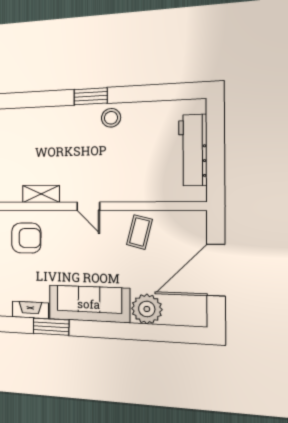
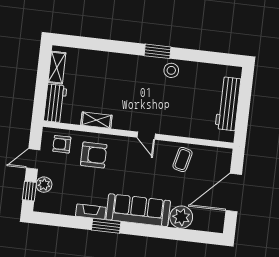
shelving: (41, 194) -> (96, 120), moved

